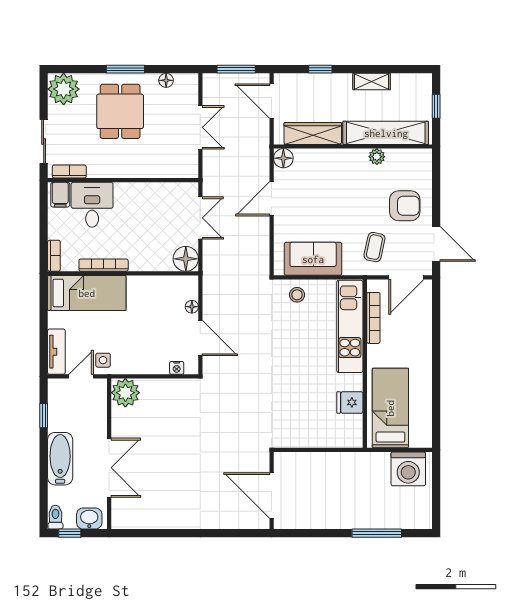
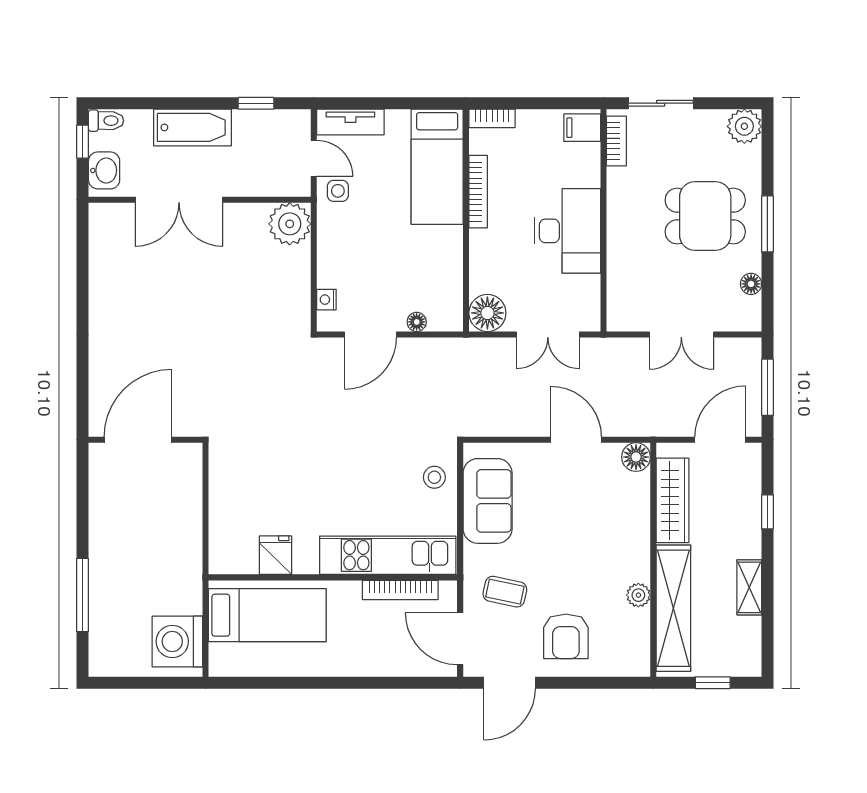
plant: (64, 89) -> (744, 126), width x0.73, depth x0.73
desk: (92, 205) -> (567, 231), moved, width x1.37

